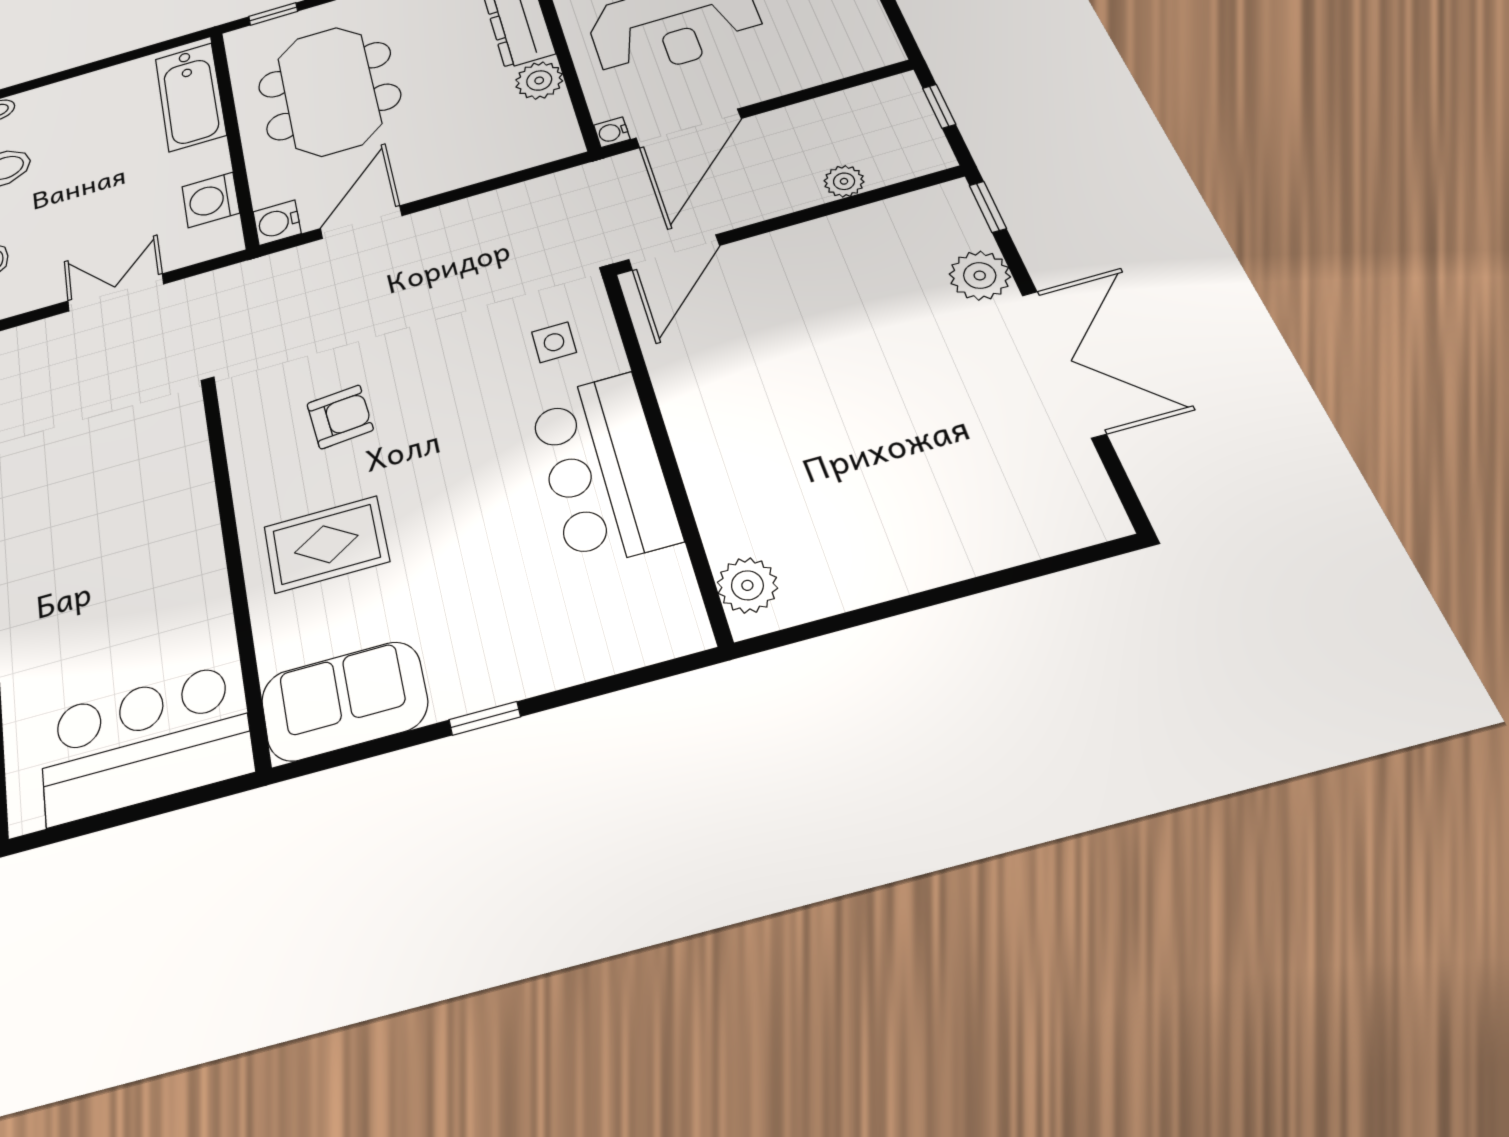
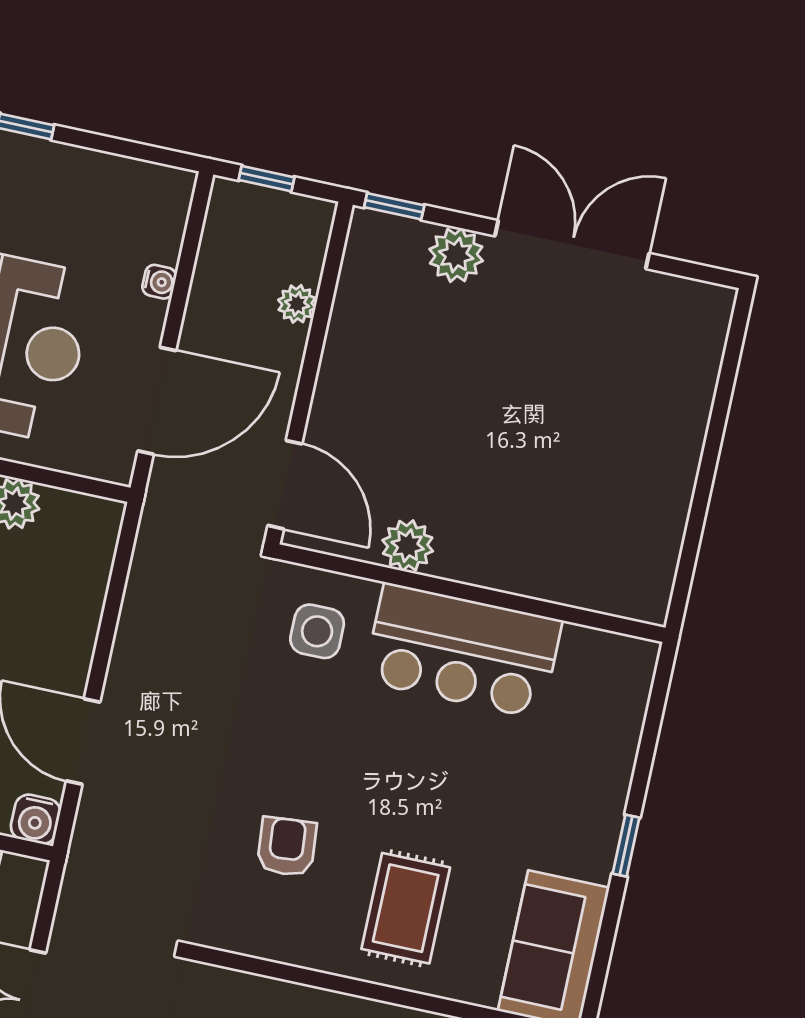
door: (689, 128) -> (157, 401), hinge flipped
water cooler: (612, 132) -> (159, 282), moved, turned -90
side table: (554, 342) -> (317, 631), width x1.37, depth x1.37
plant: (747, 585) -> (408, 546), moved

